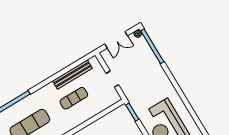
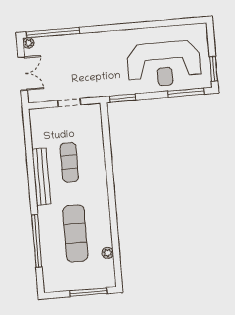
bench: (72, 75) -> (41, 177), moved

